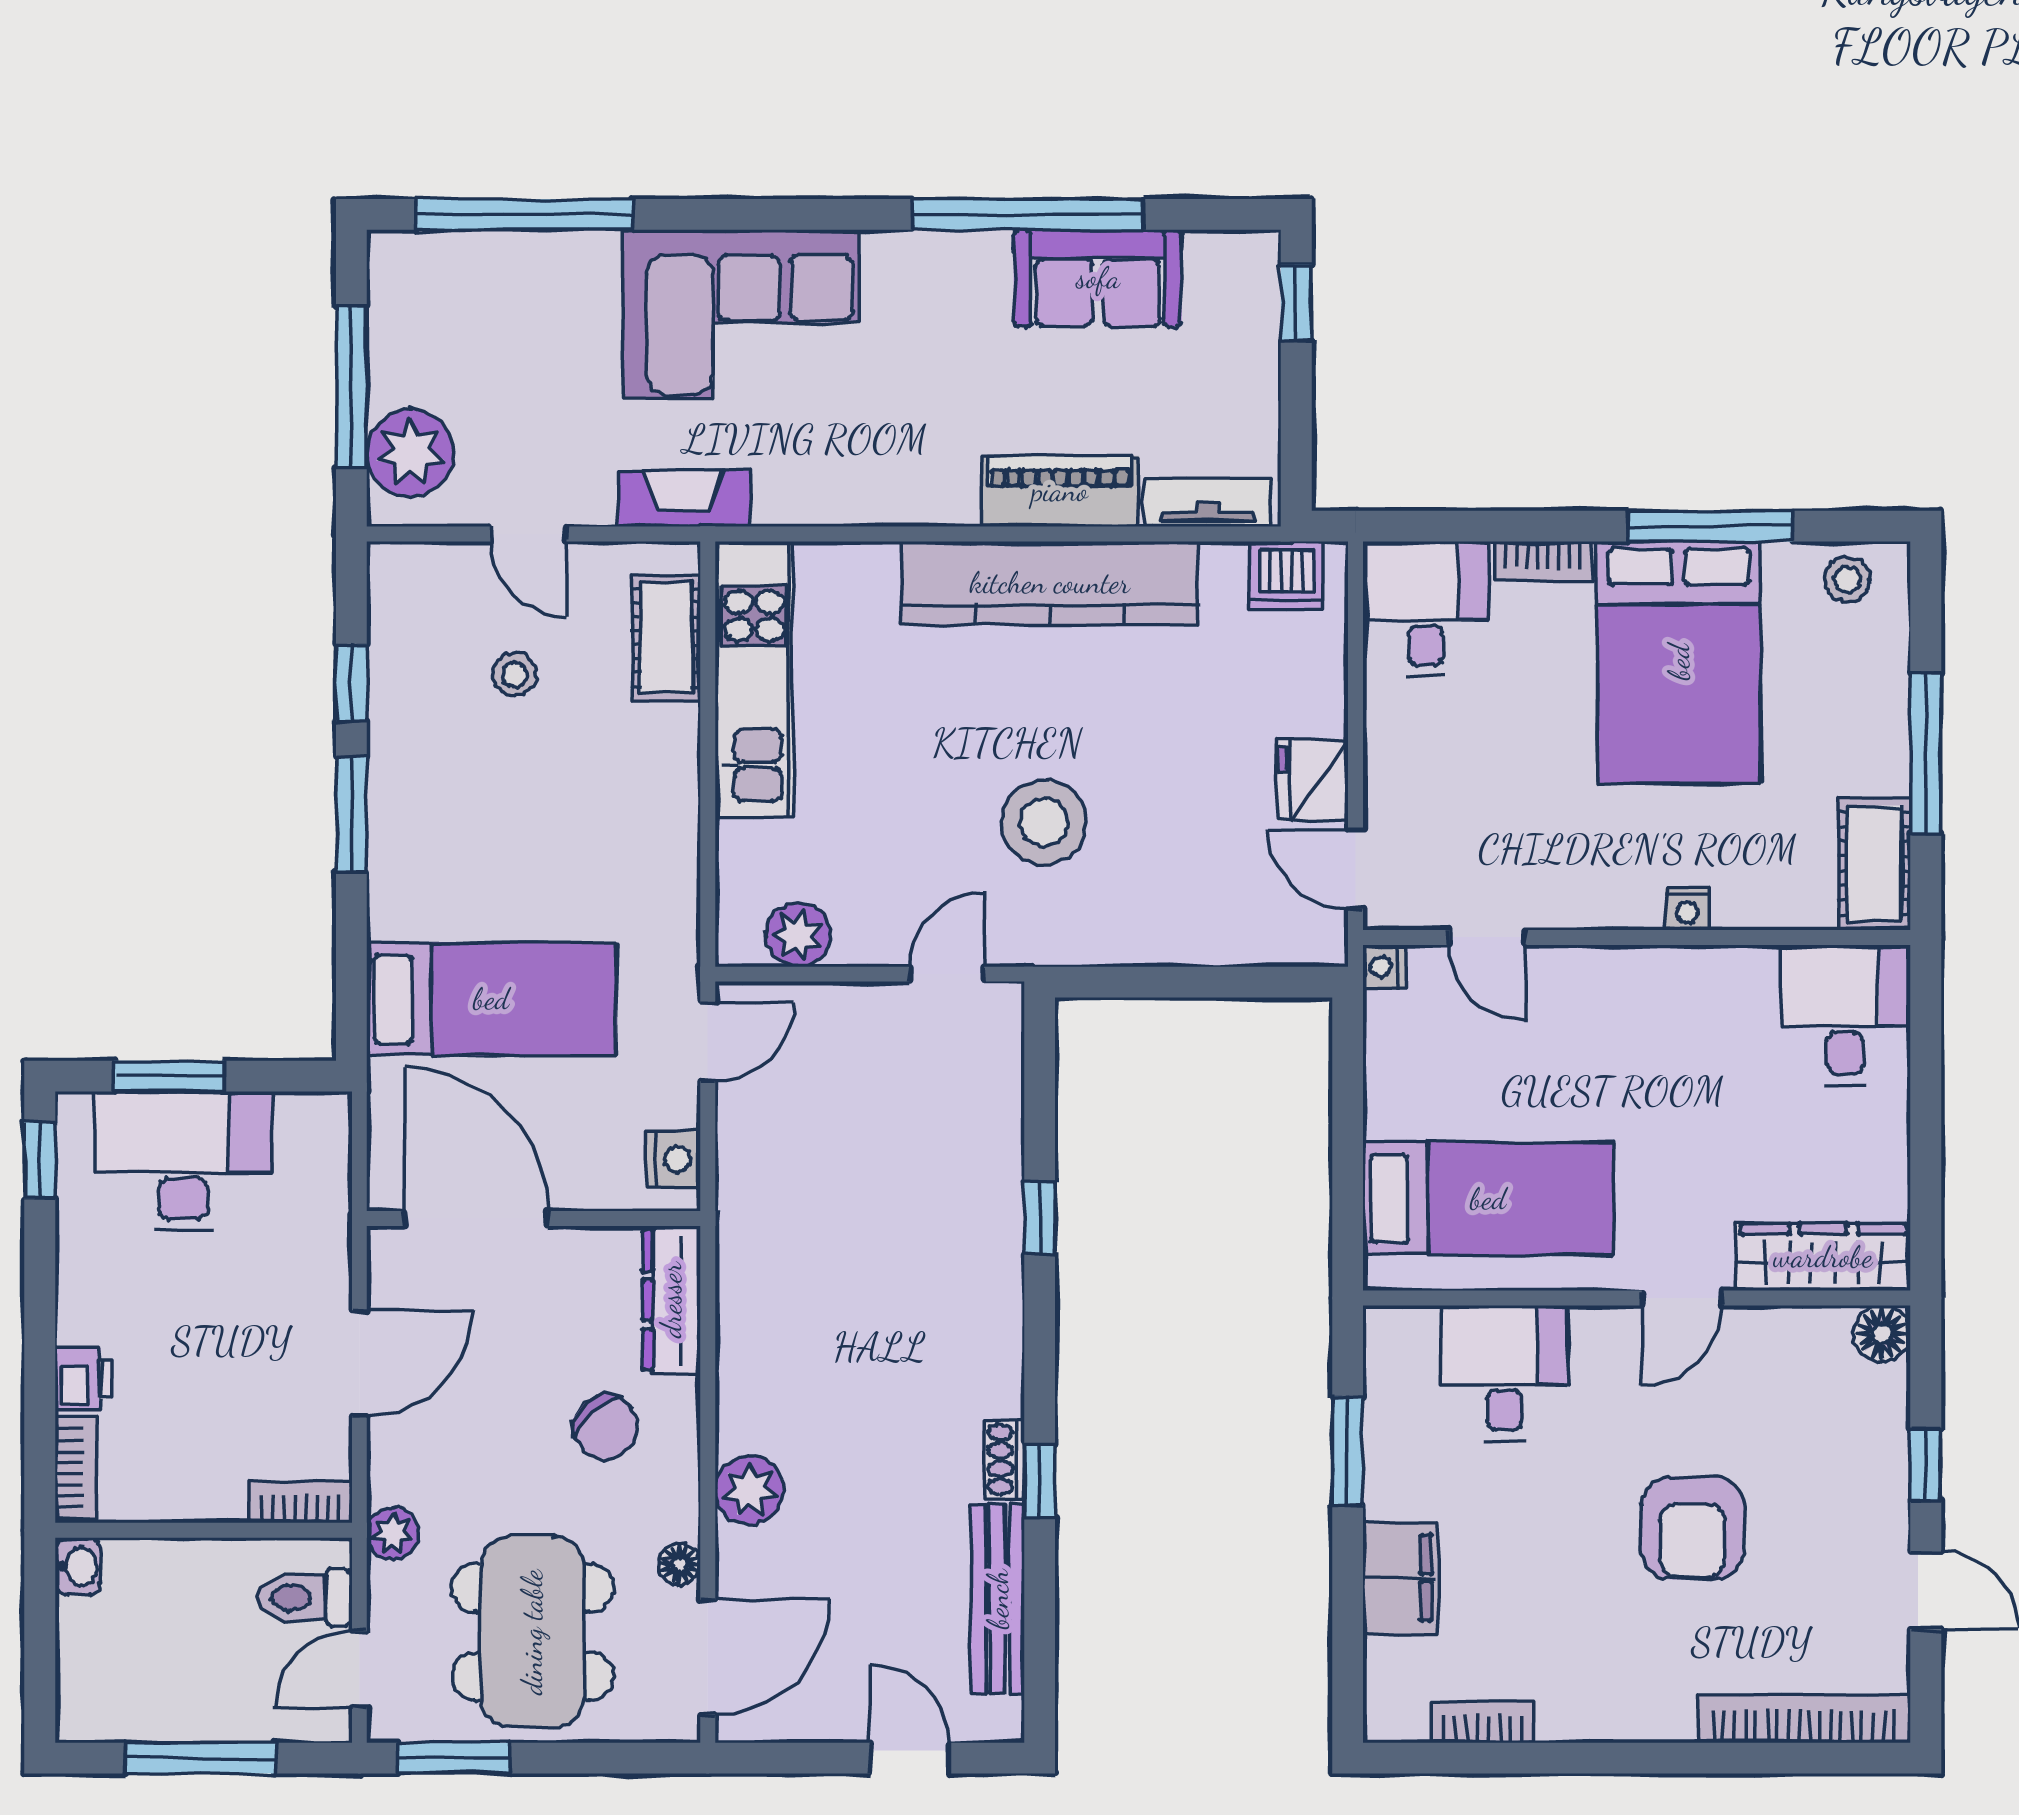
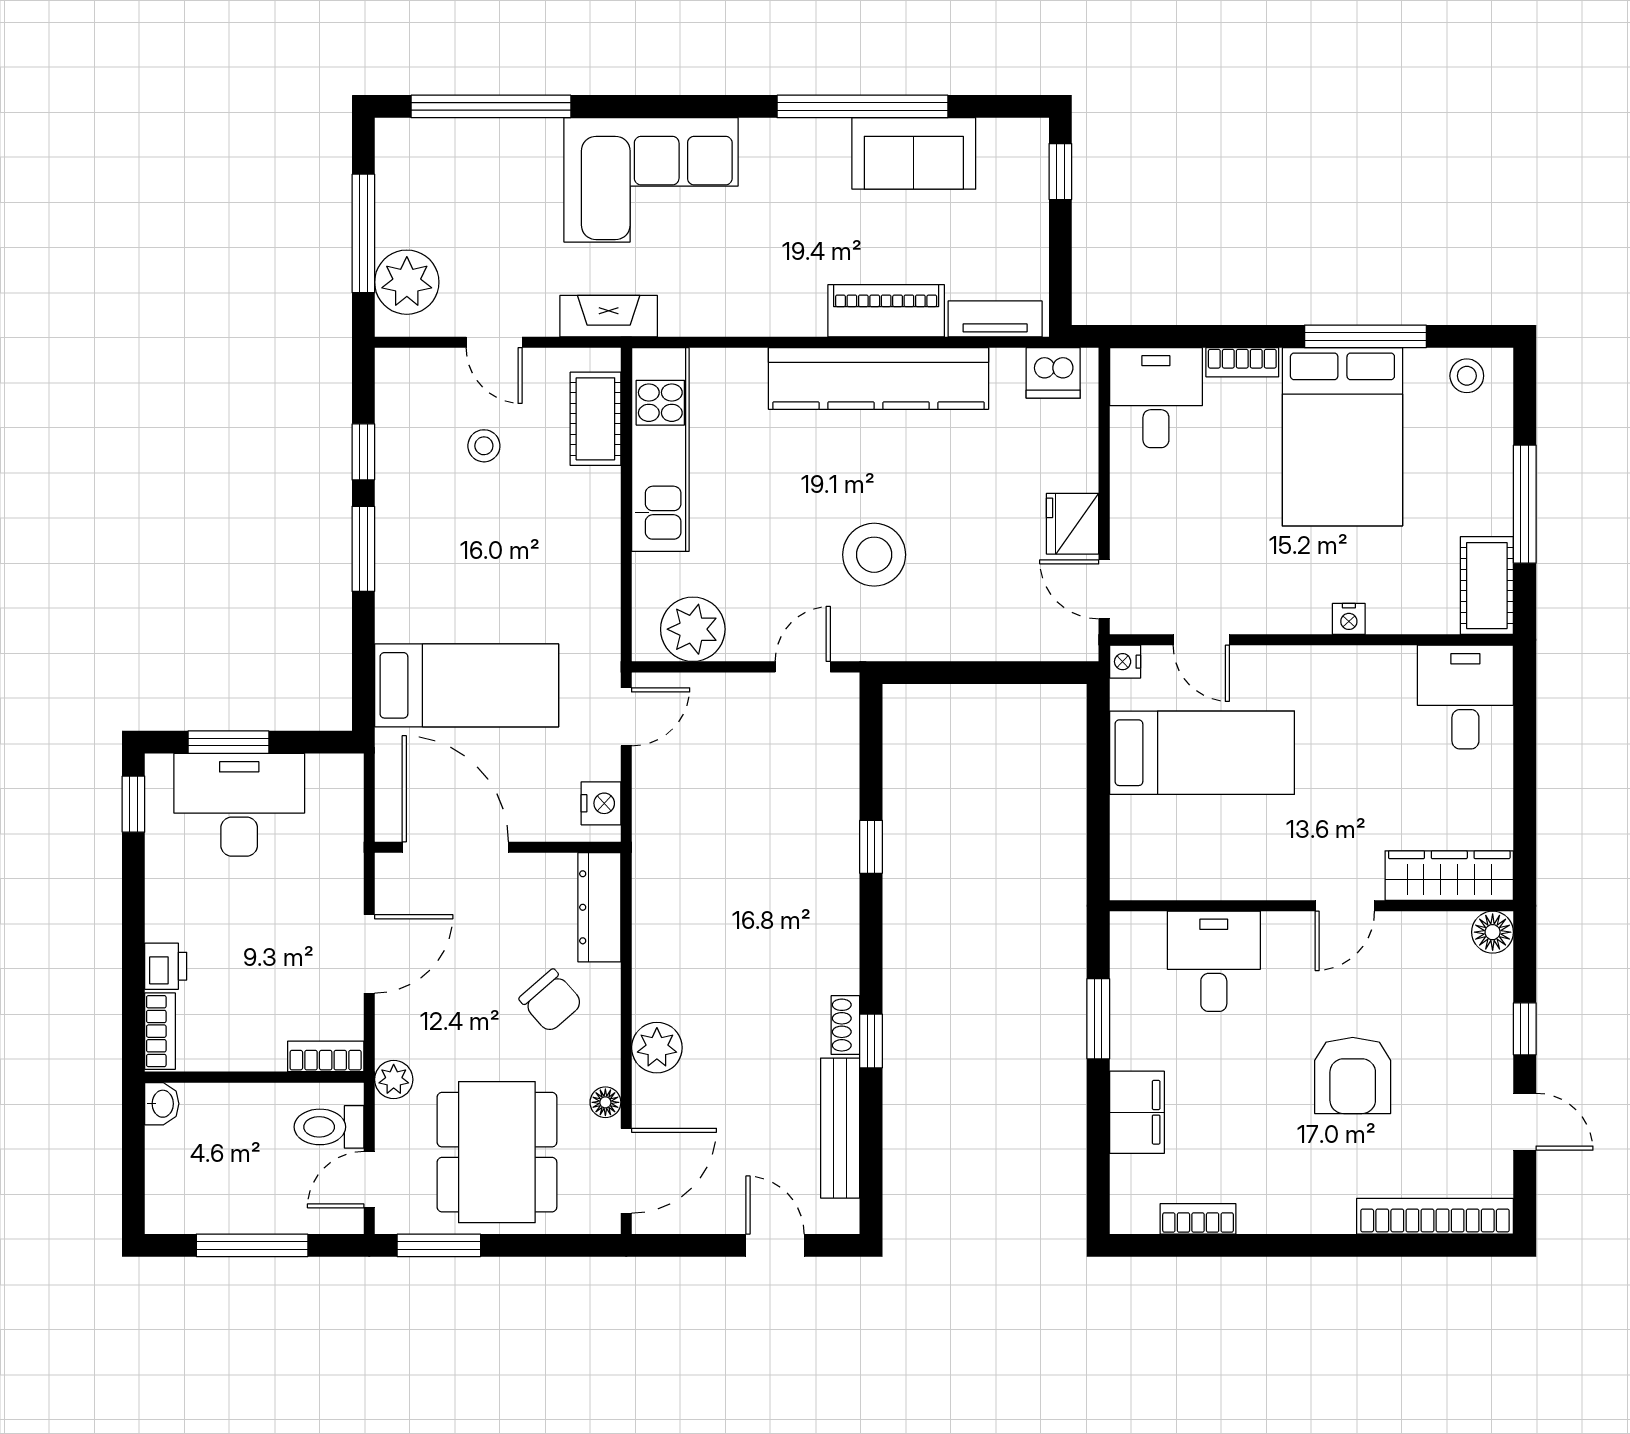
plant: (798, 935) -> (693, 629), width x1.36, depth x1.36
bed: (1488, 1199) -> (1202, 753), moved

